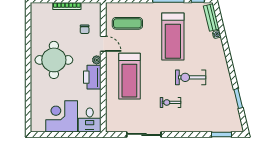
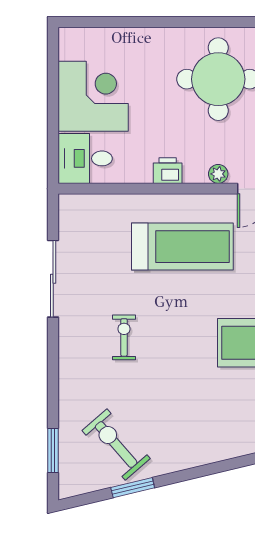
treadmill: (129, 76) -> (182, 247), turned 180
printer: (92, 77) -> (168, 171), width x0.53, depth x0.68
exercise bike: (191, 77) -> (116, 445), moved, turned -41

